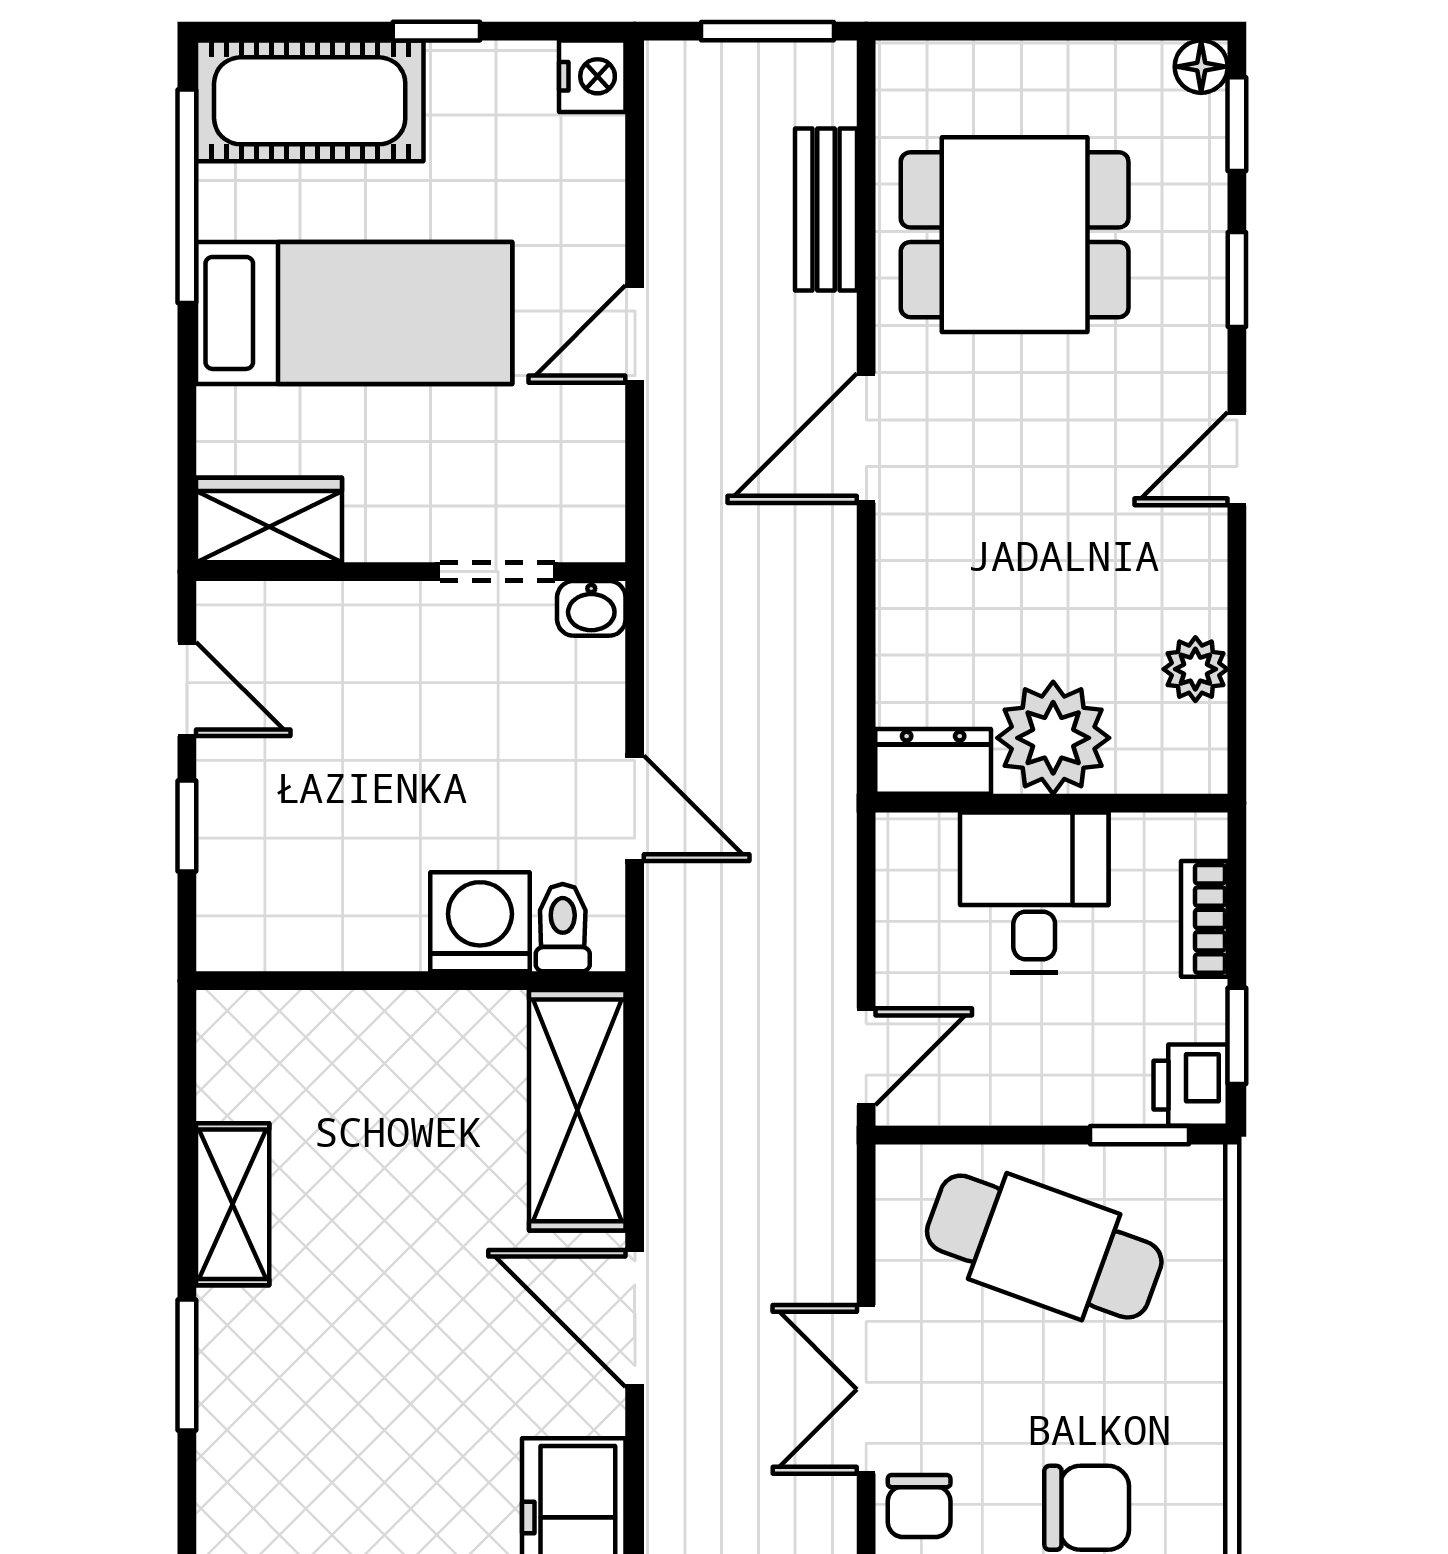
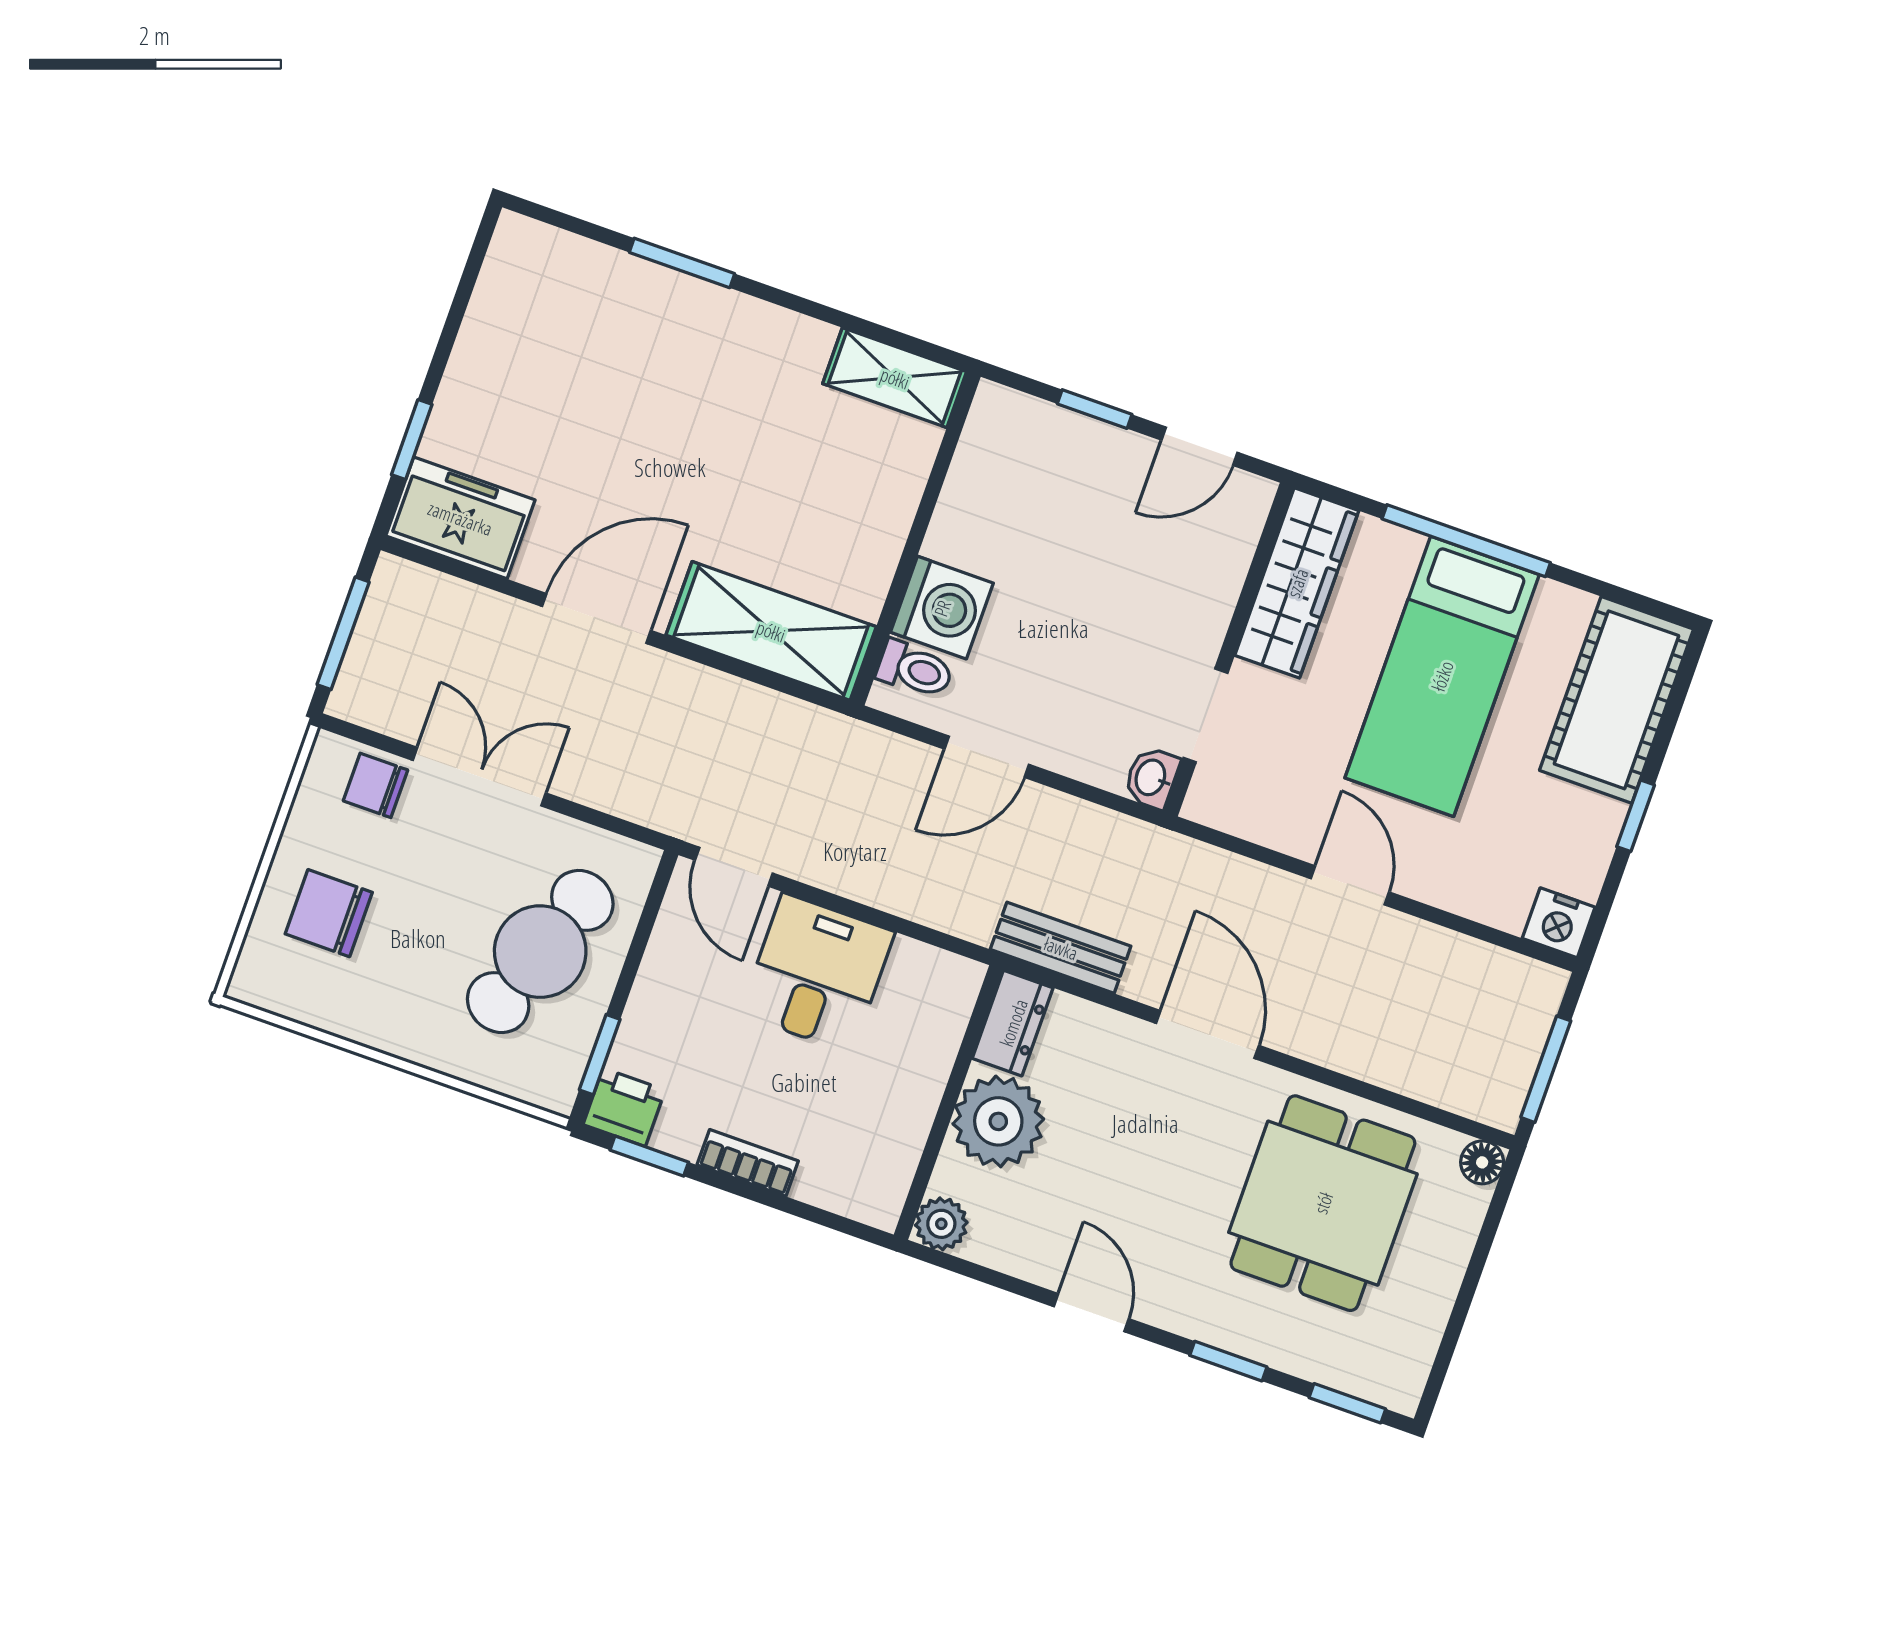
floor lamp: (1201, 67) -> (1482, 1162), moved
window: (187, 196) -> (1466, 541), moved
bench: (826, 209) -> (1061, 948), moved
wardrobe: (269, 520) -> (1297, 583), width x1.50
plant: (1053, 738) -> (998, 1121), moved
dresser: (933, 761) -> (1013, 1023), moved
wall: (1052, 803) -> (949, 1102), moved
desk: (1034, 892) -> (817, 973), moved, turned -90
shelving: (233, 1204) -> (895, 378), moved
chair: (1087, 1508) -> (329, 913), turned 90

